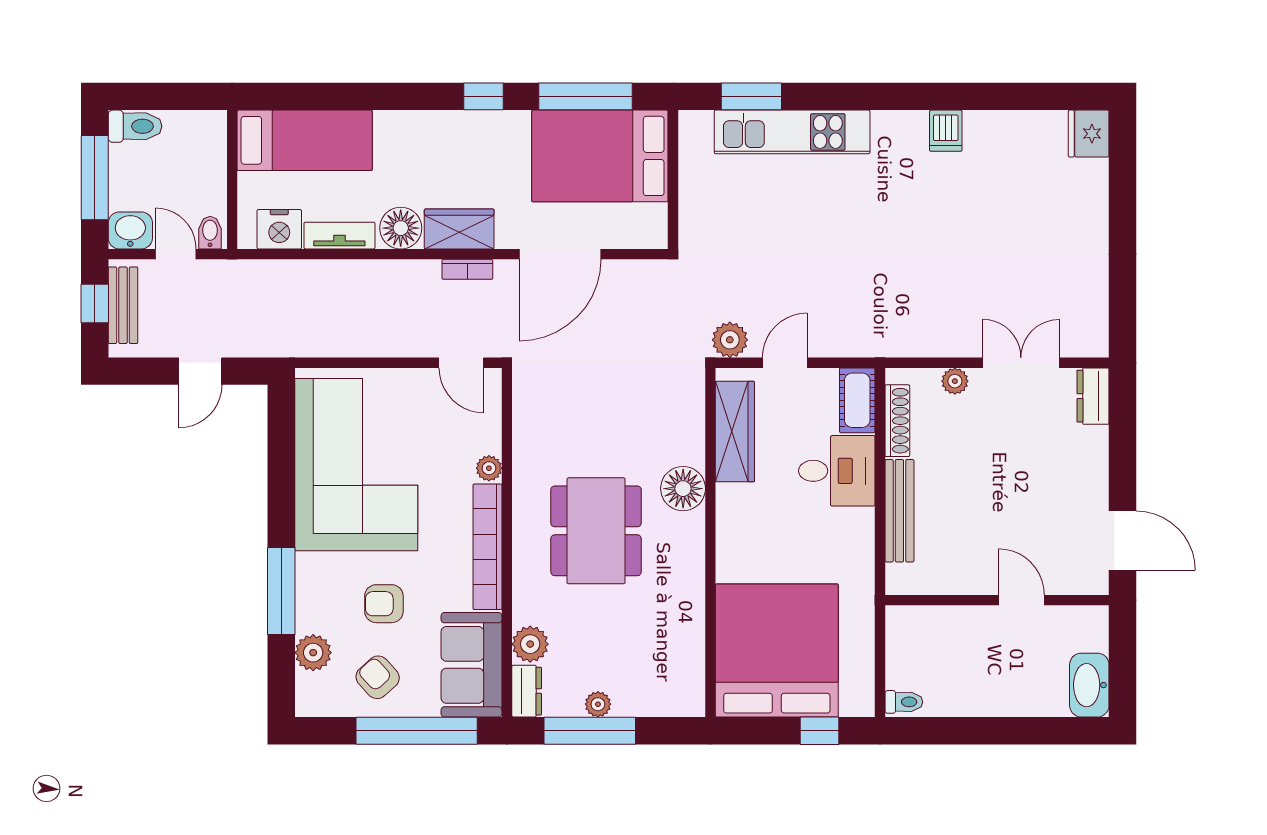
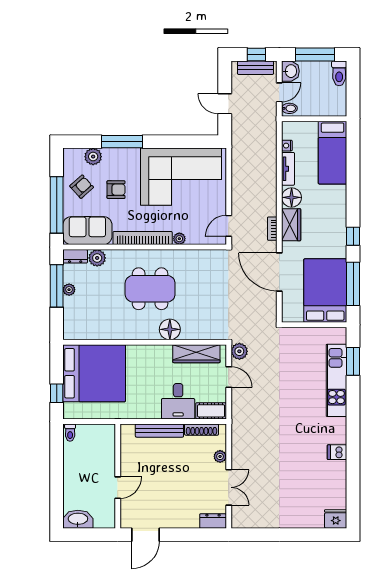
nightstand: (279, 229) -> (287, 146), width x0.53, depth x0.56
armchair: (384, 604) -> (116, 190), turned 90

